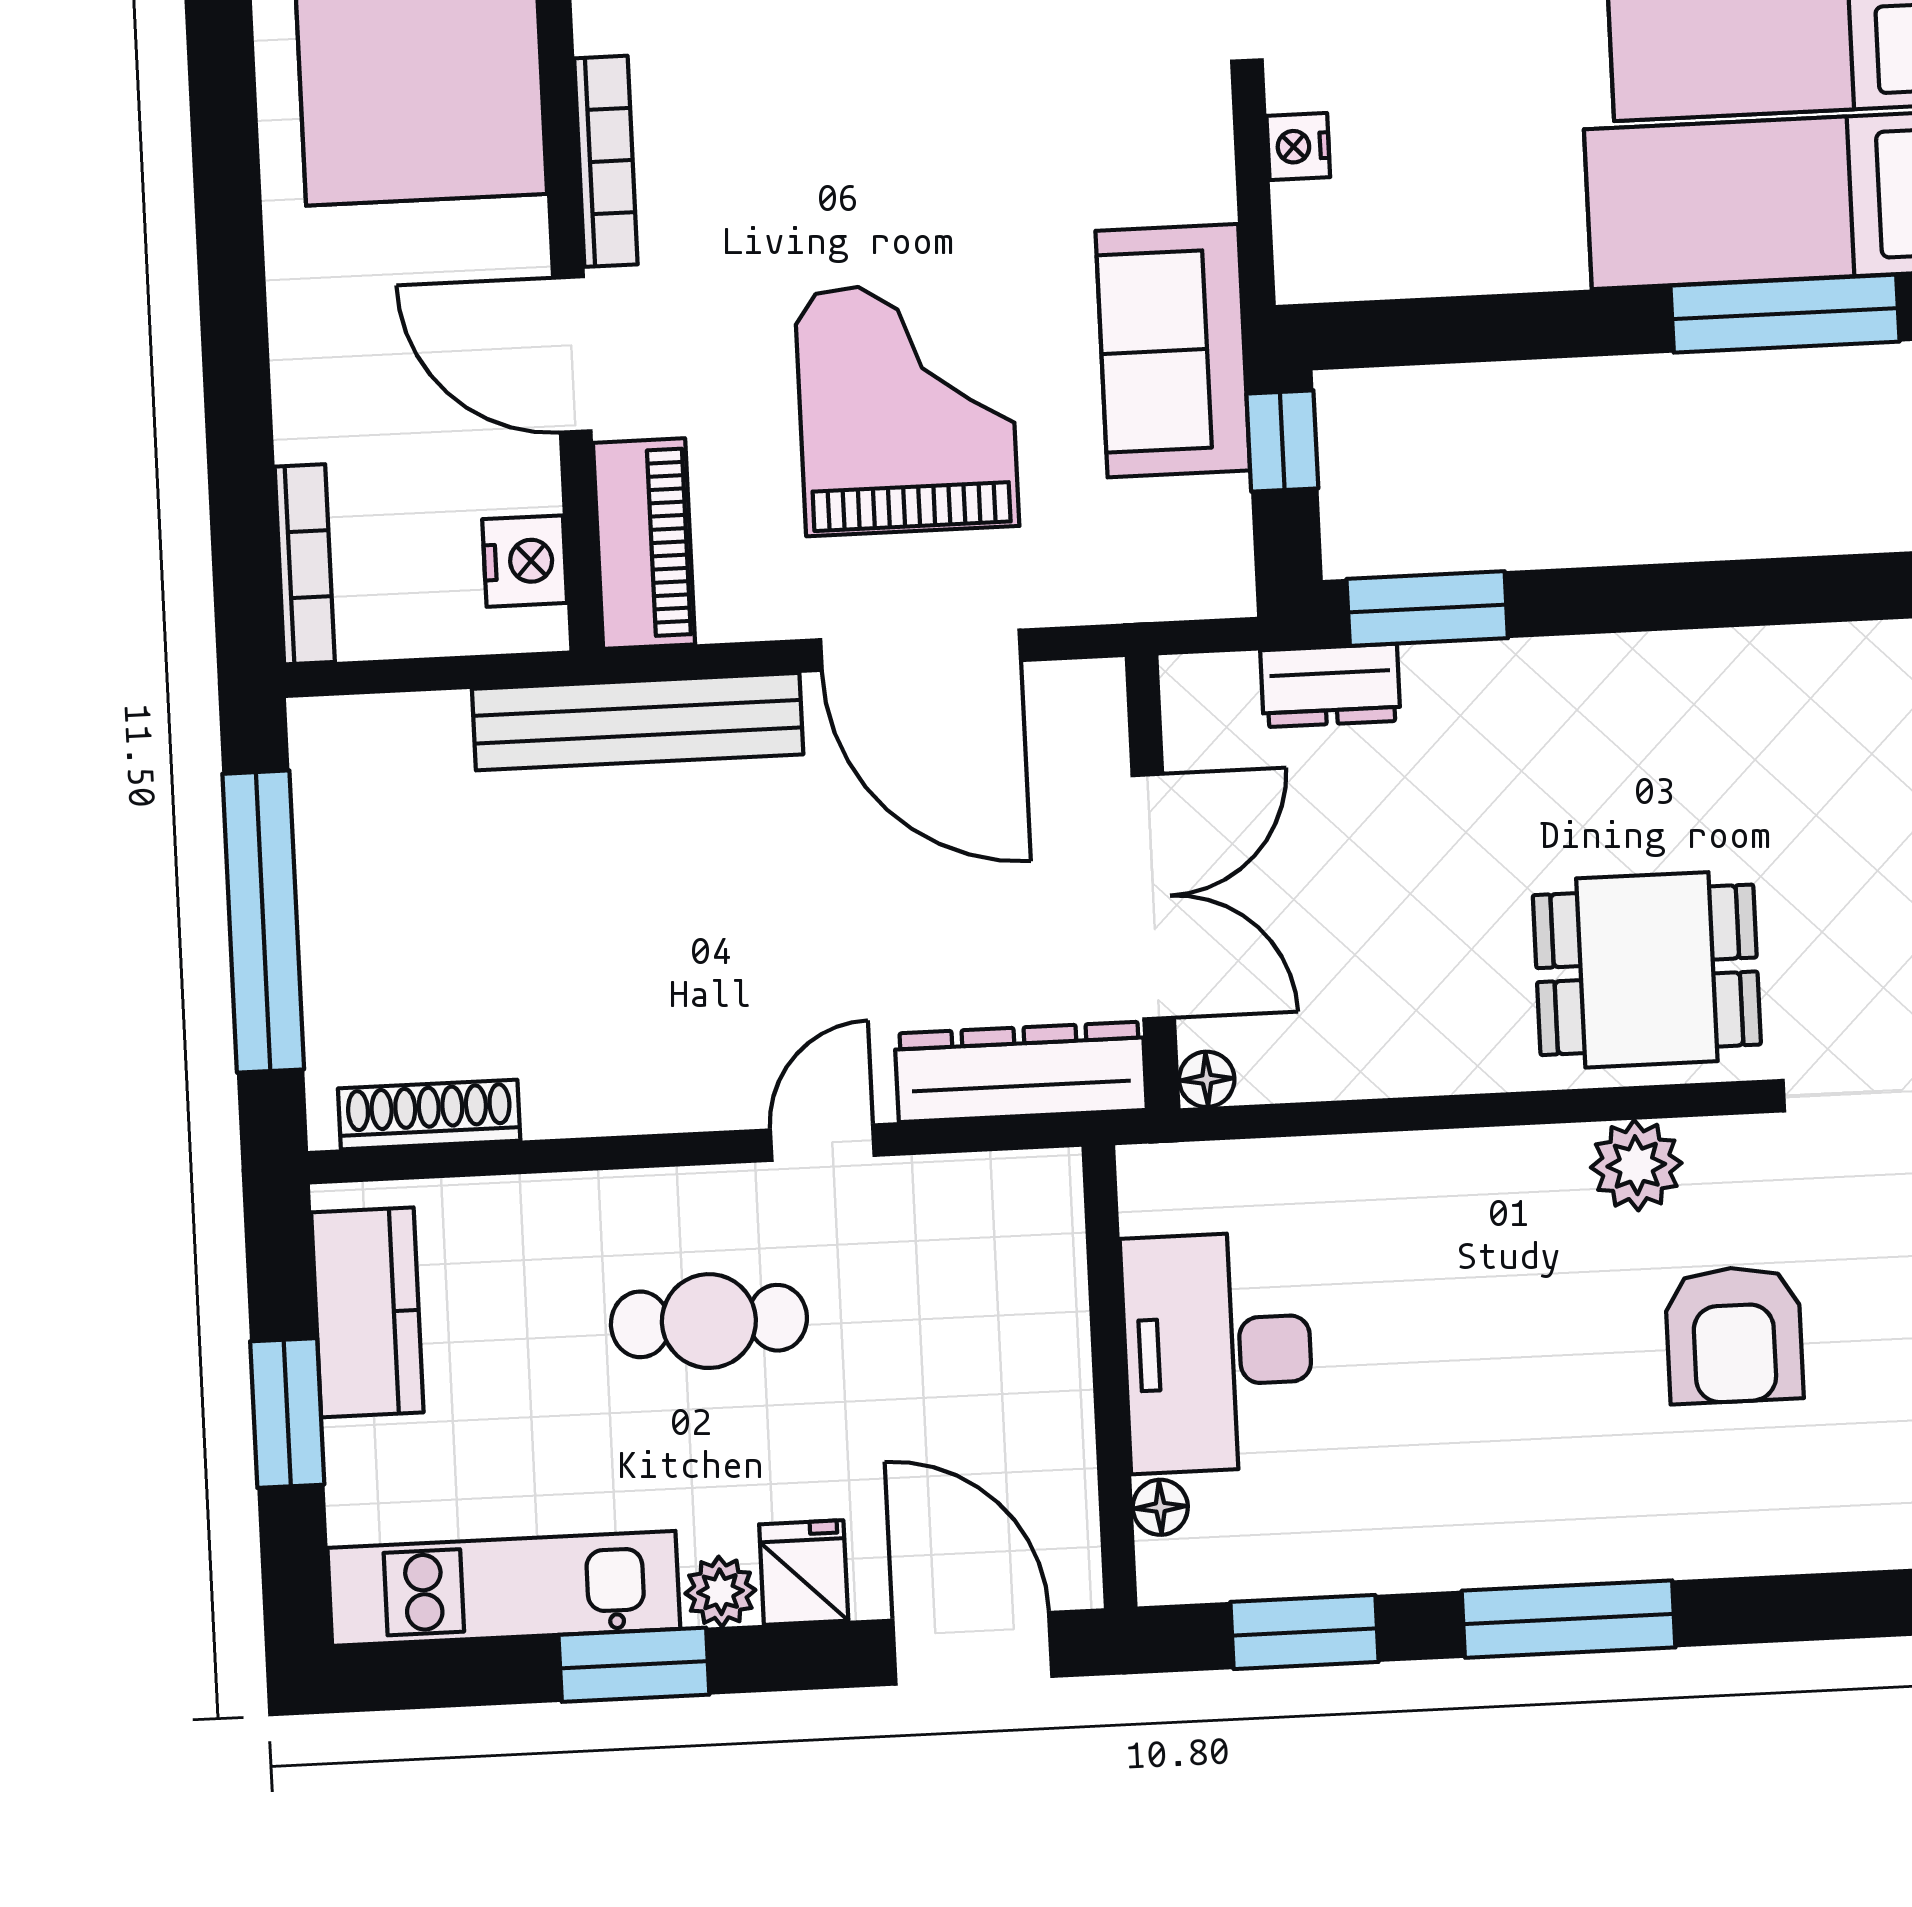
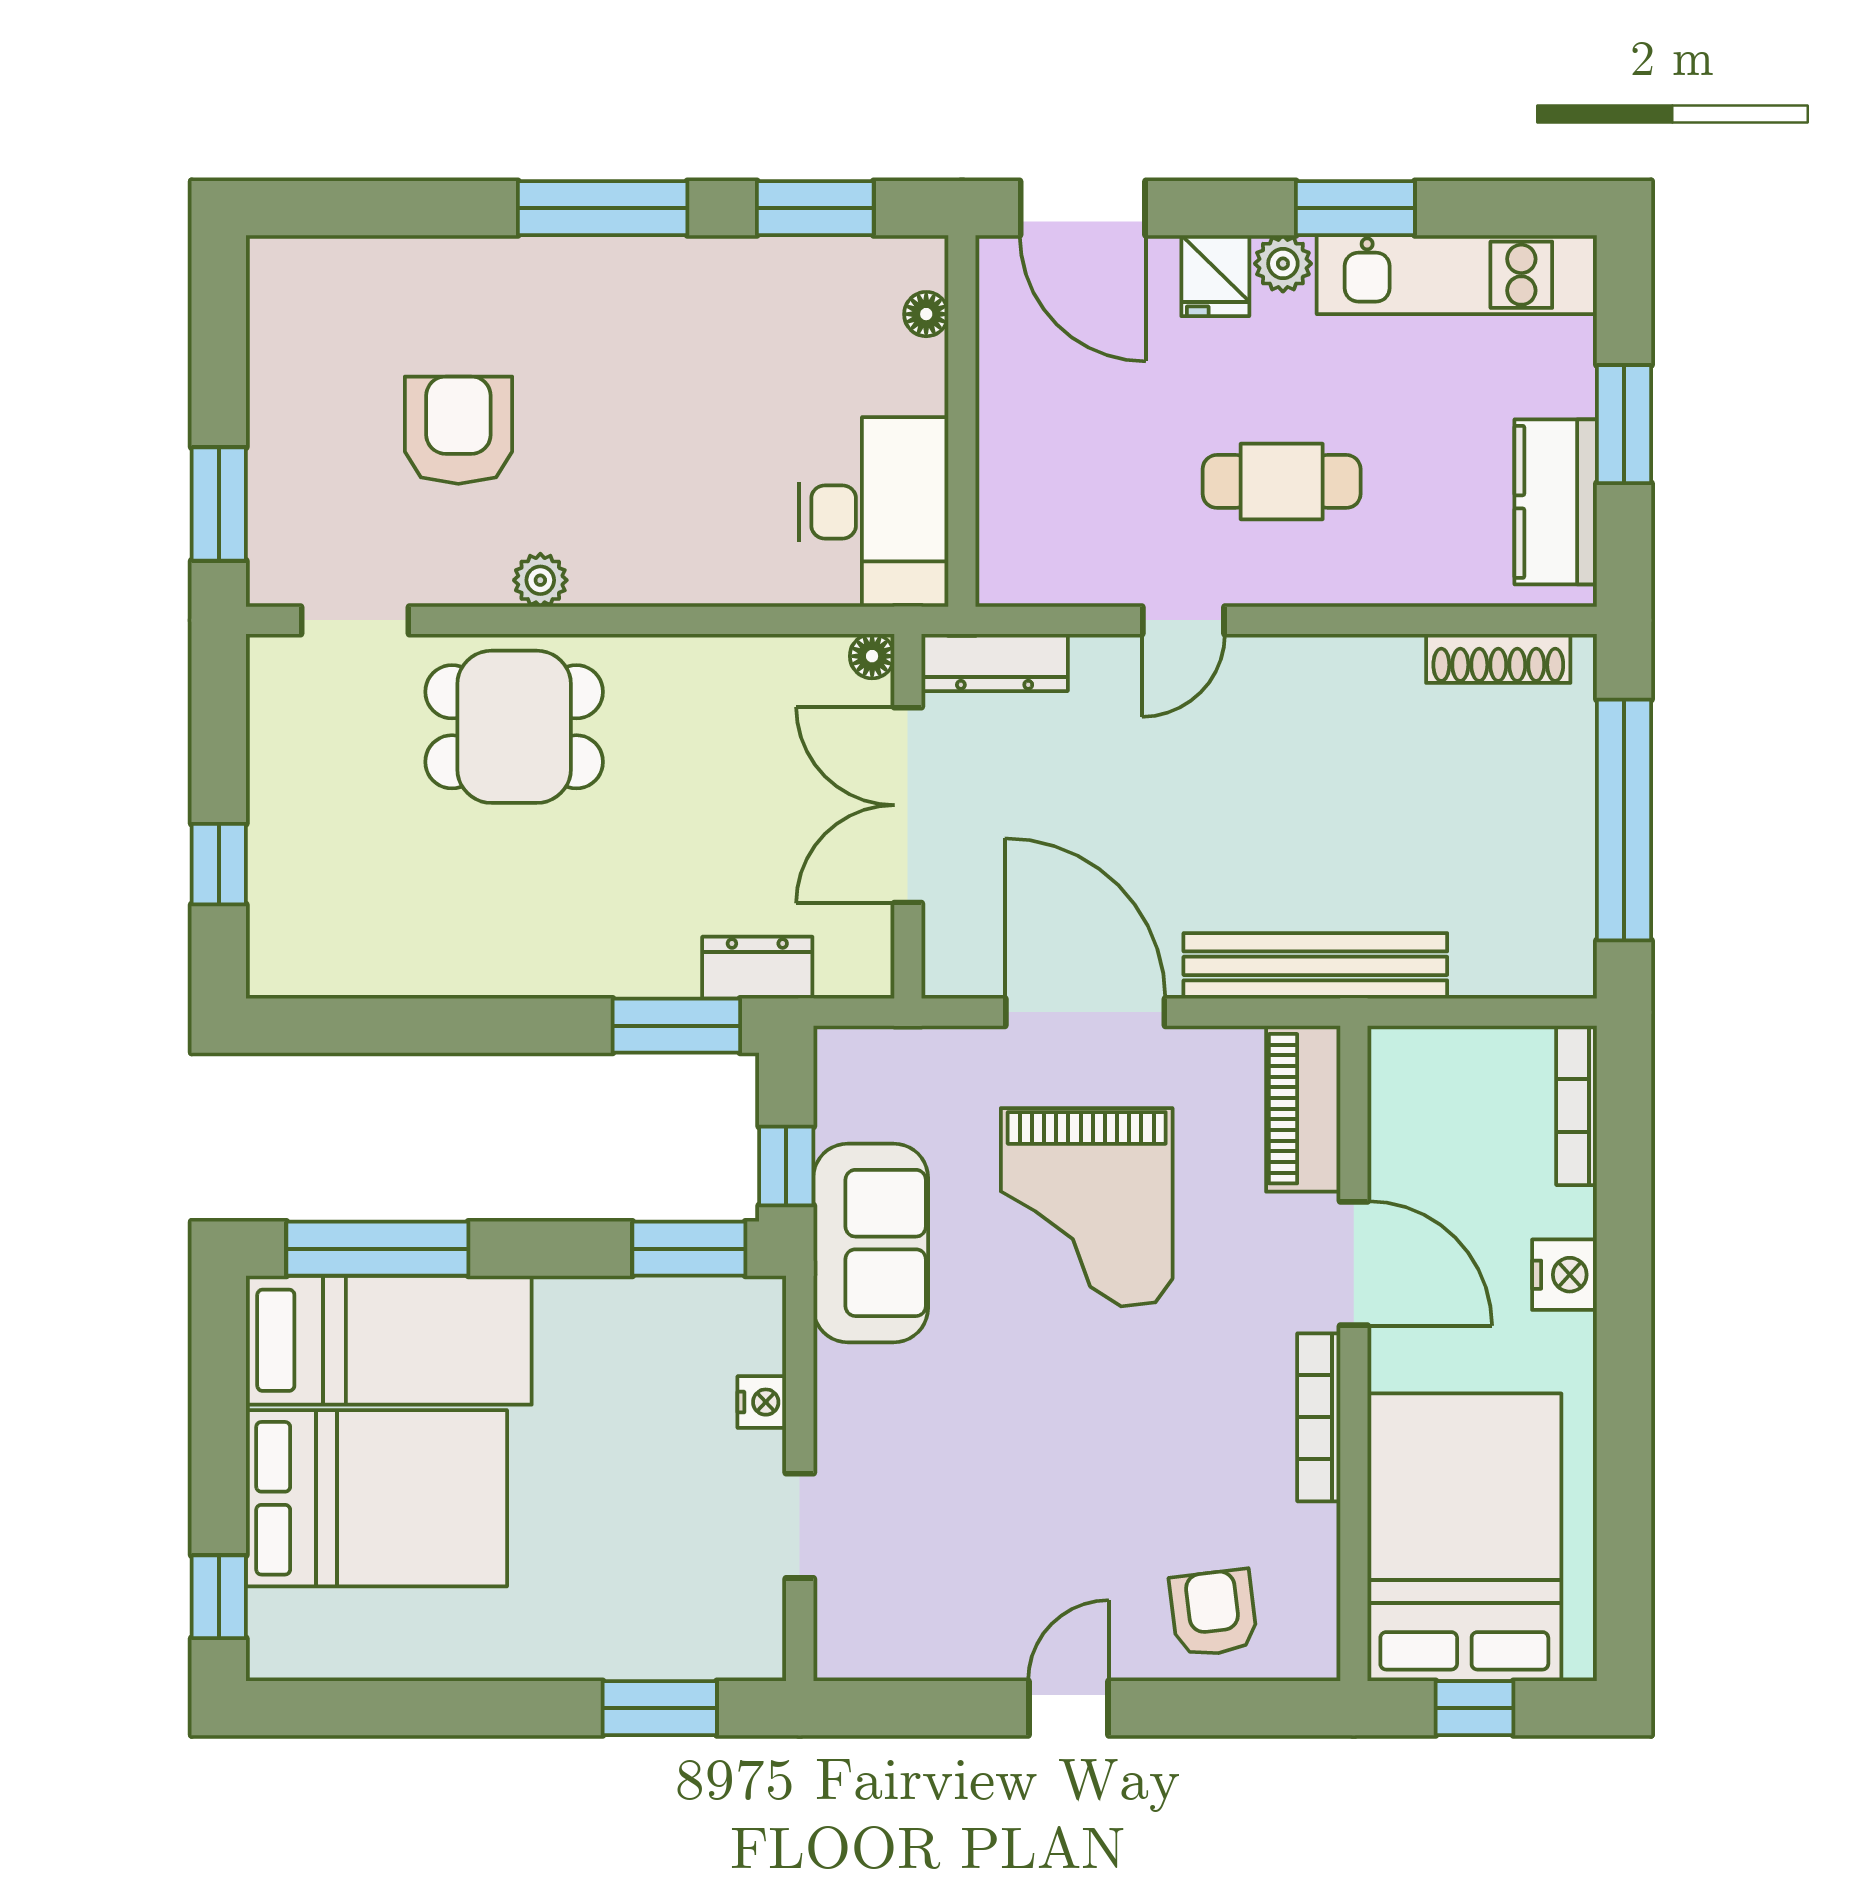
window: (1398, 333) -> (689, 1249), added
nightstand: (525, 561) -> (1565, 1275), moved, turned 180
dresser: (1021, 1072) -> (995, 662), width x0.73, depth x0.80
plant: (1636, 1165) -> (540, 580), width x0.73, depth x0.73
desk: (1218, 1352) -> (874, 512), moved

